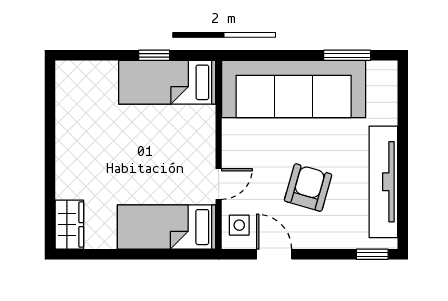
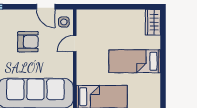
armchair: (308, 188) -> (28, 42), turned -106
bed: (166, 227) -> (135, 61), moved, turned 180

